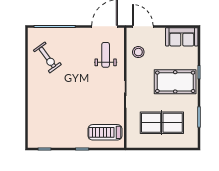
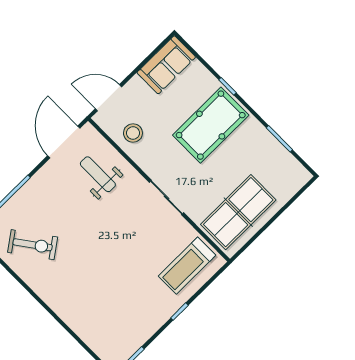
table tennis table: (162, 123) -> (238, 212), moved

